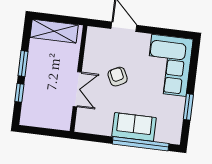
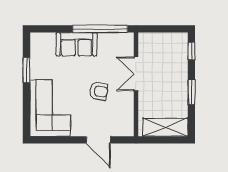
armchair: (118, 77) -> (99, 91), turned -55
window: (19, 93) -> (191, 51), moved
window: (141, 144) -> (100, 29), moved

